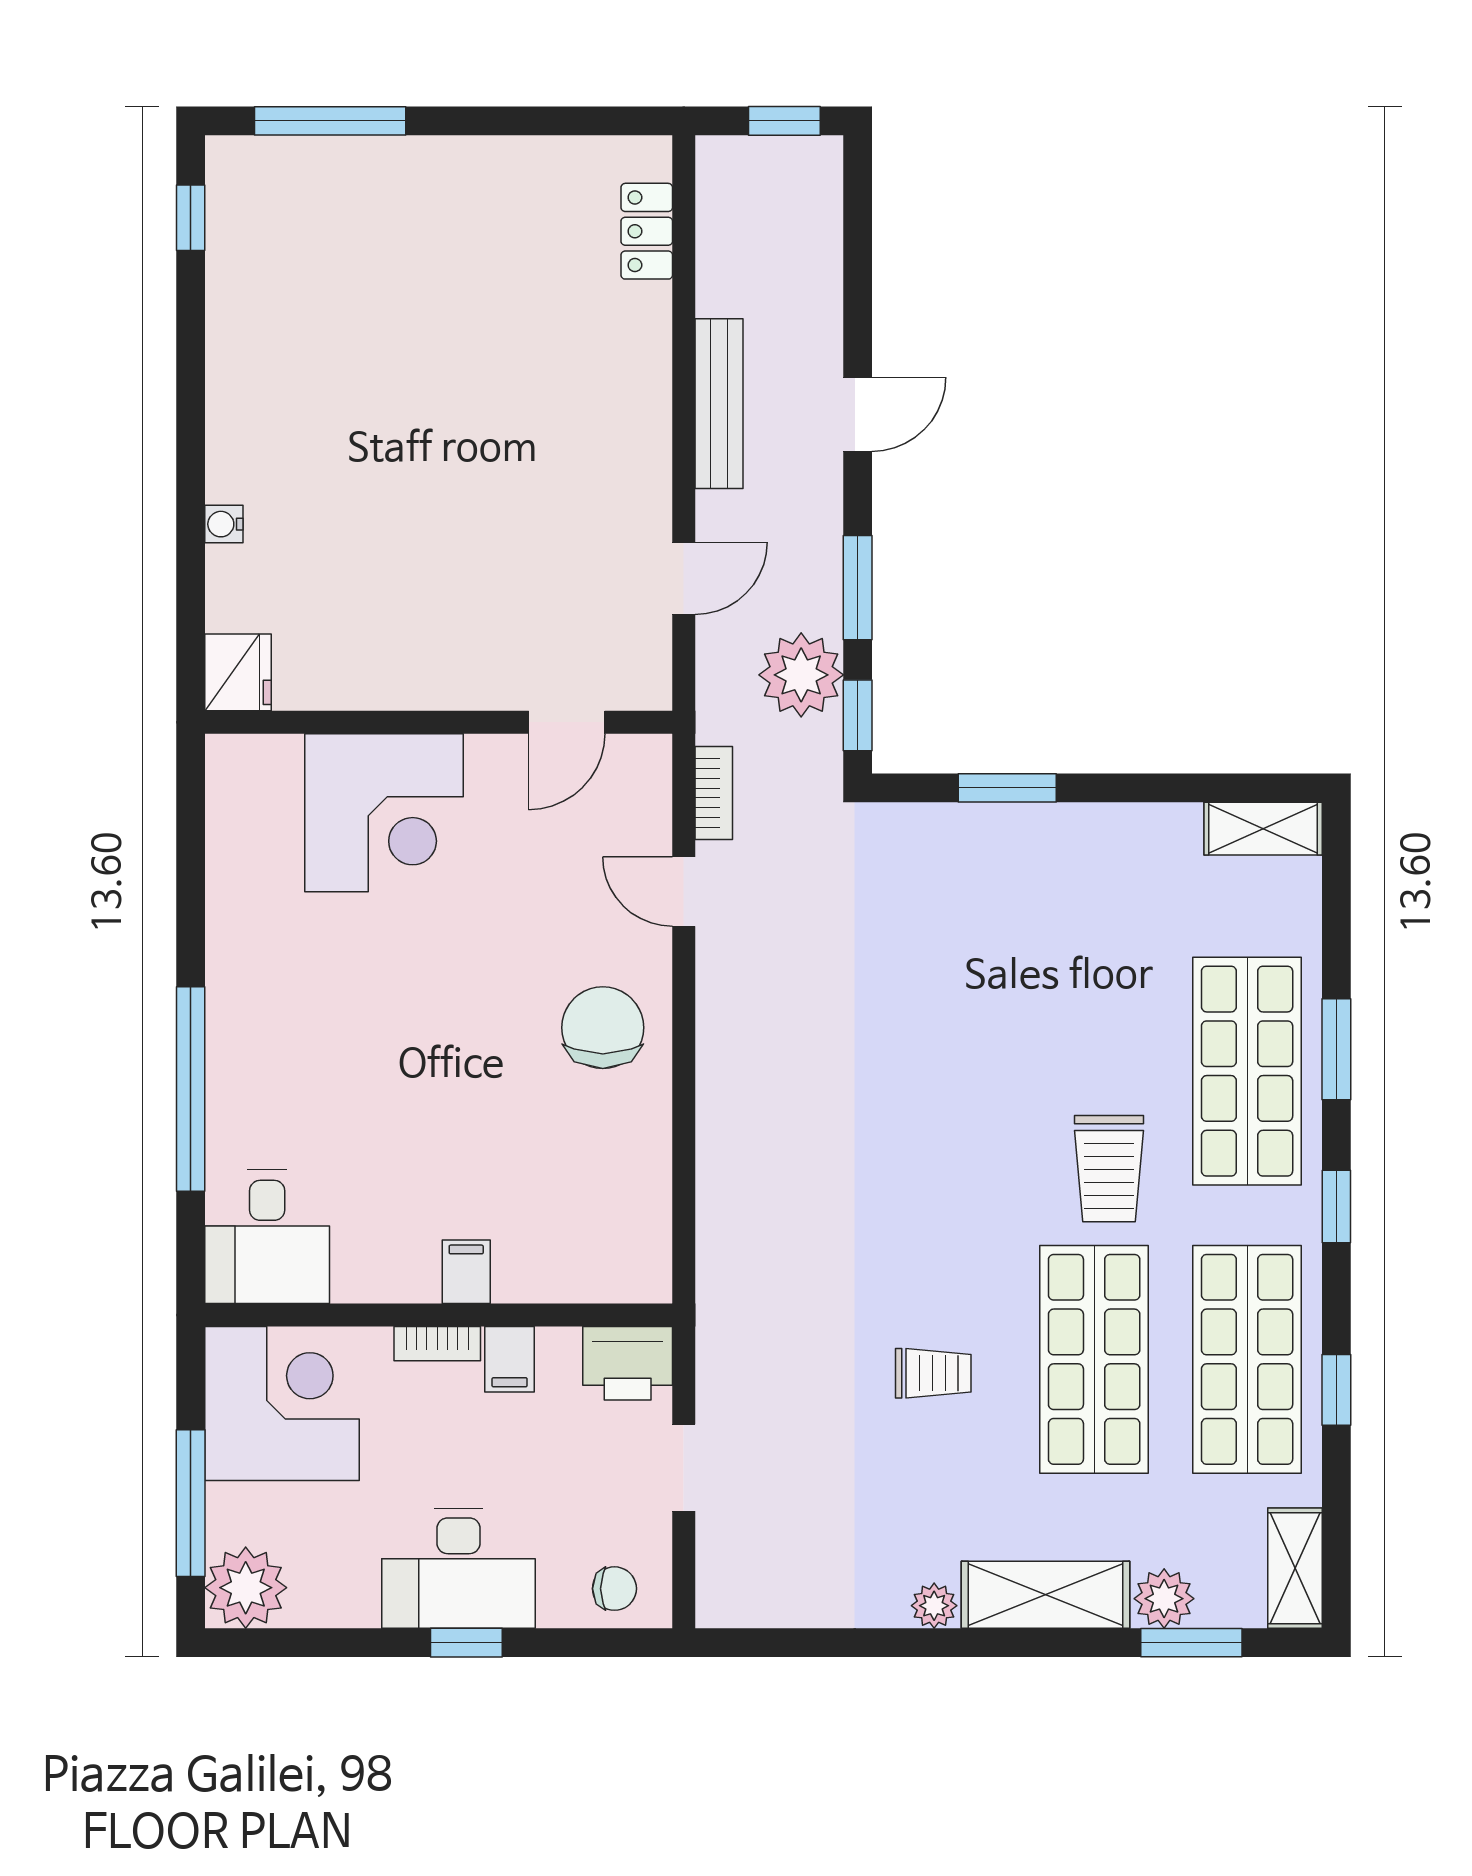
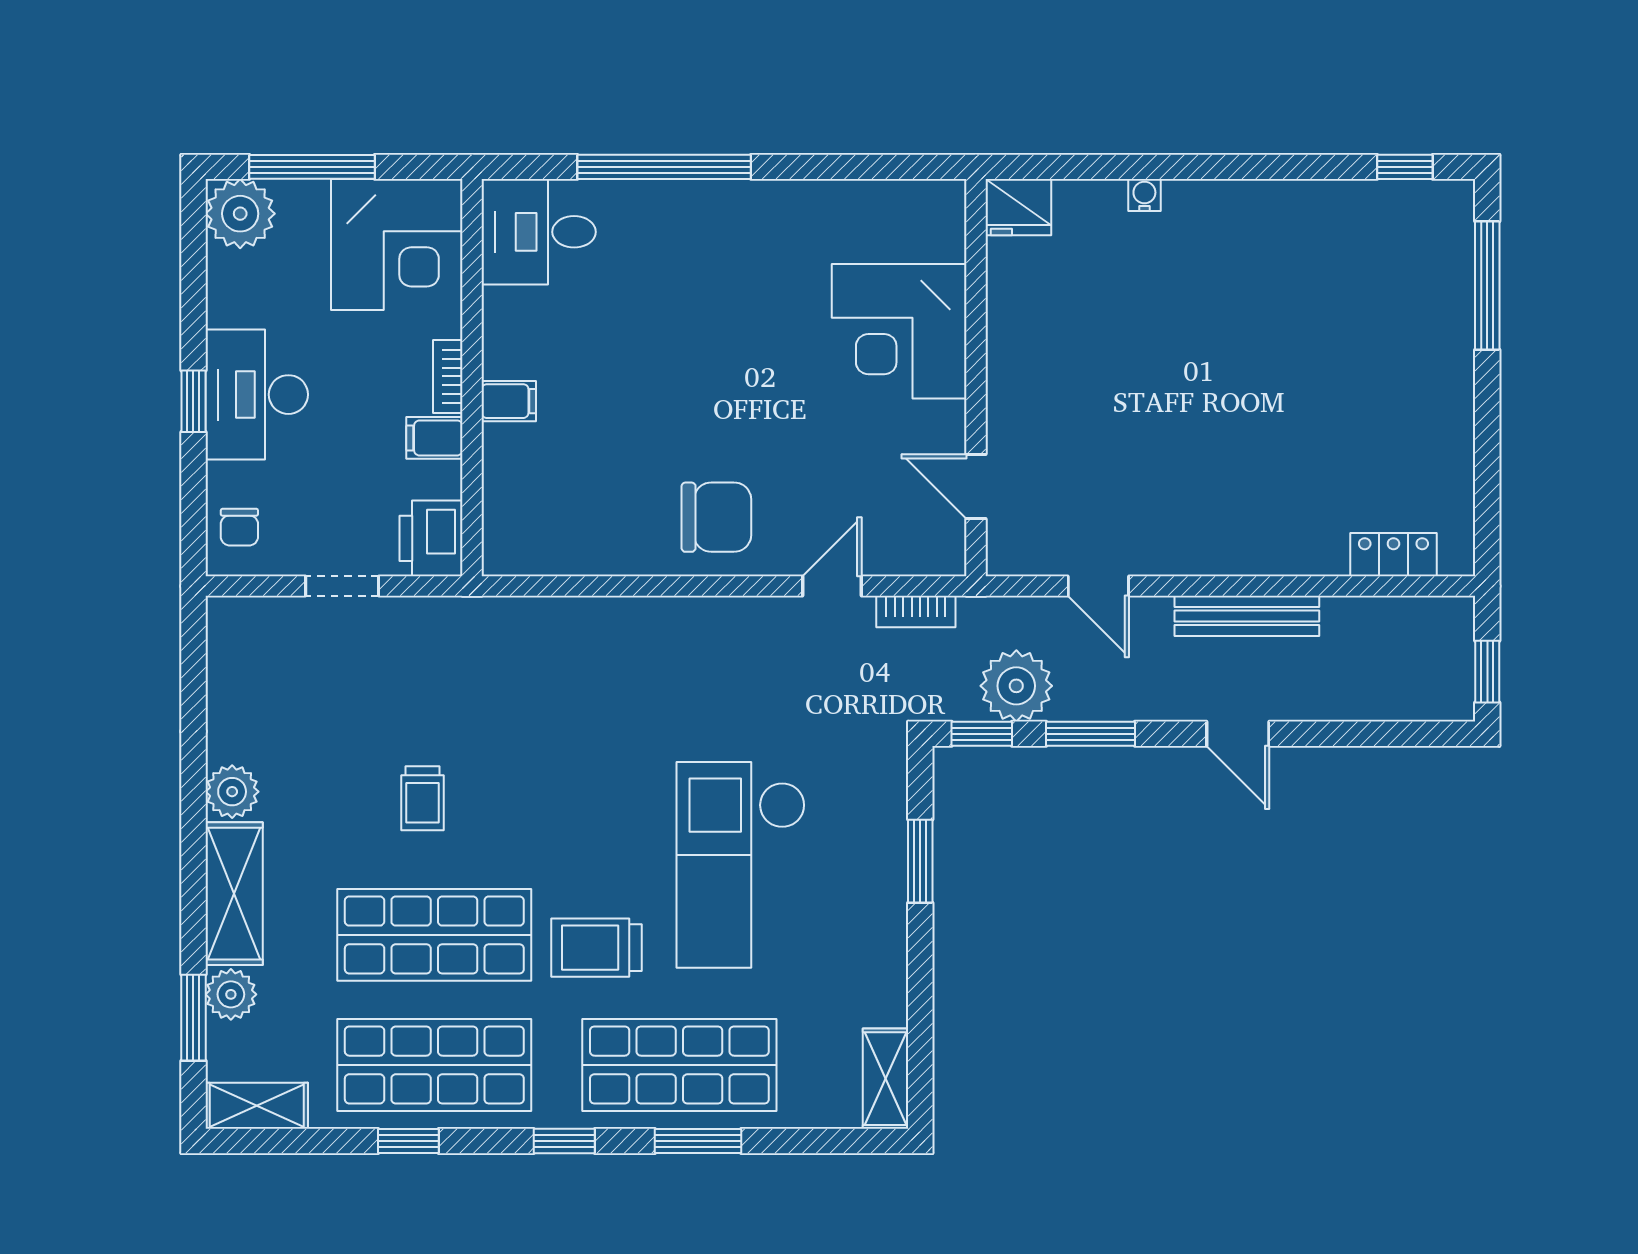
checkout: (1012, 999) -> (741, 865), added
plant: (934, 1606) -> (232, 792), width x1.38, depth x1.38

